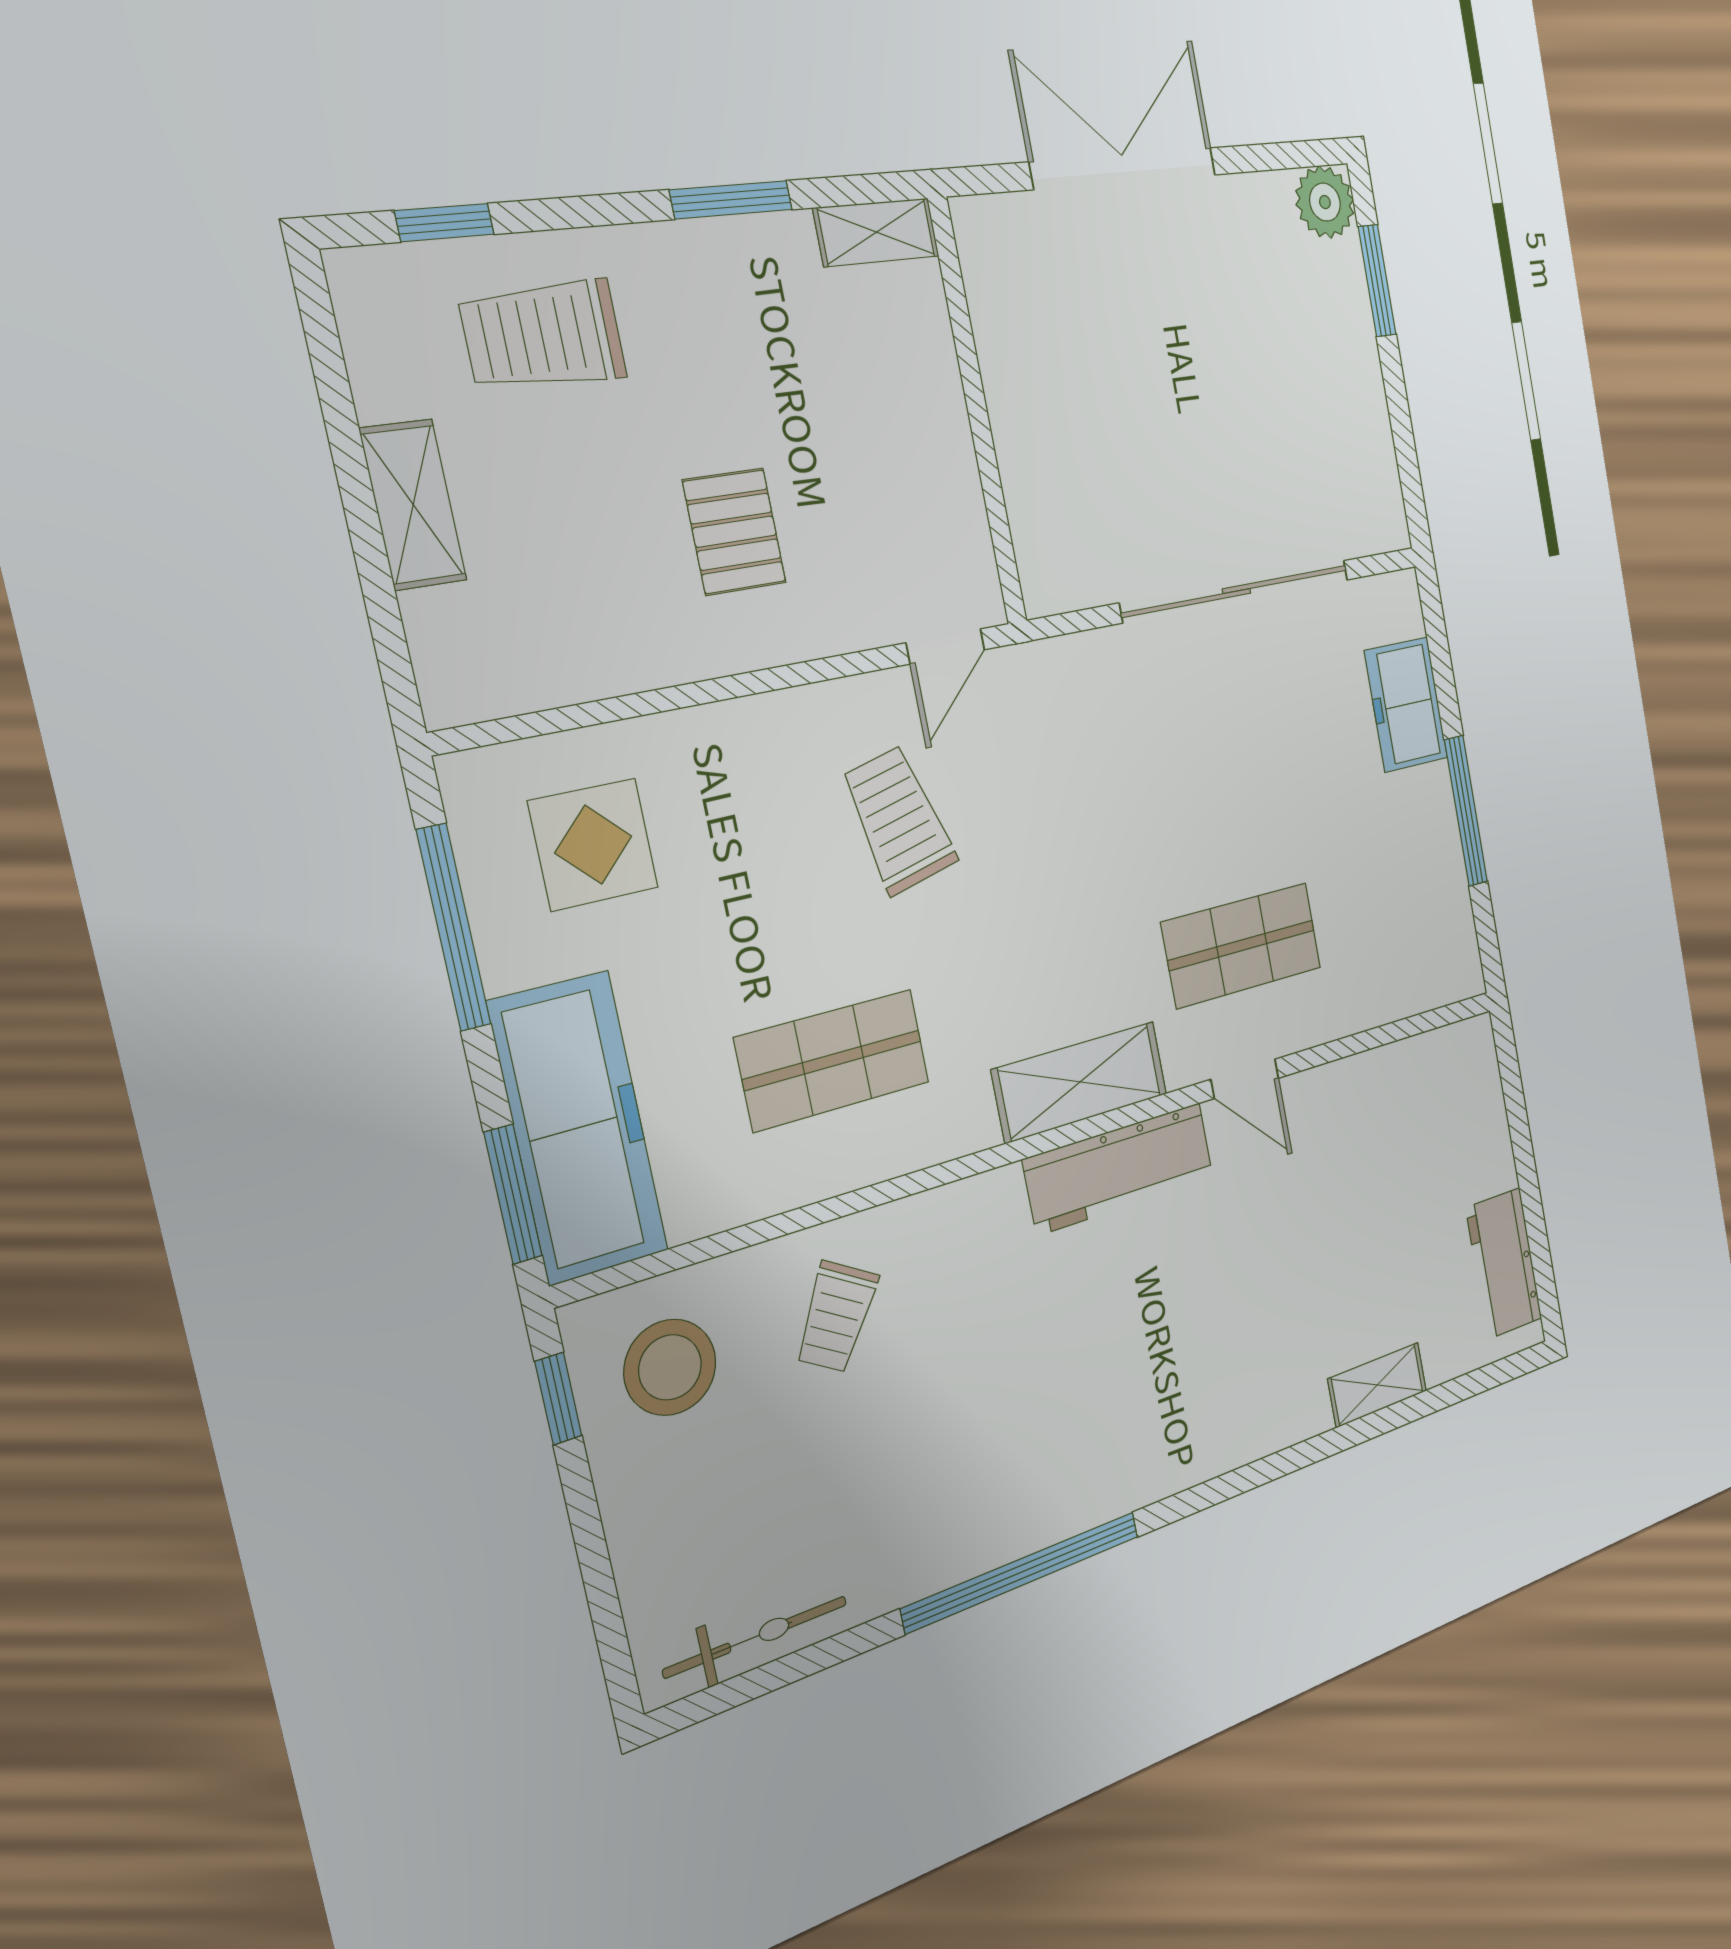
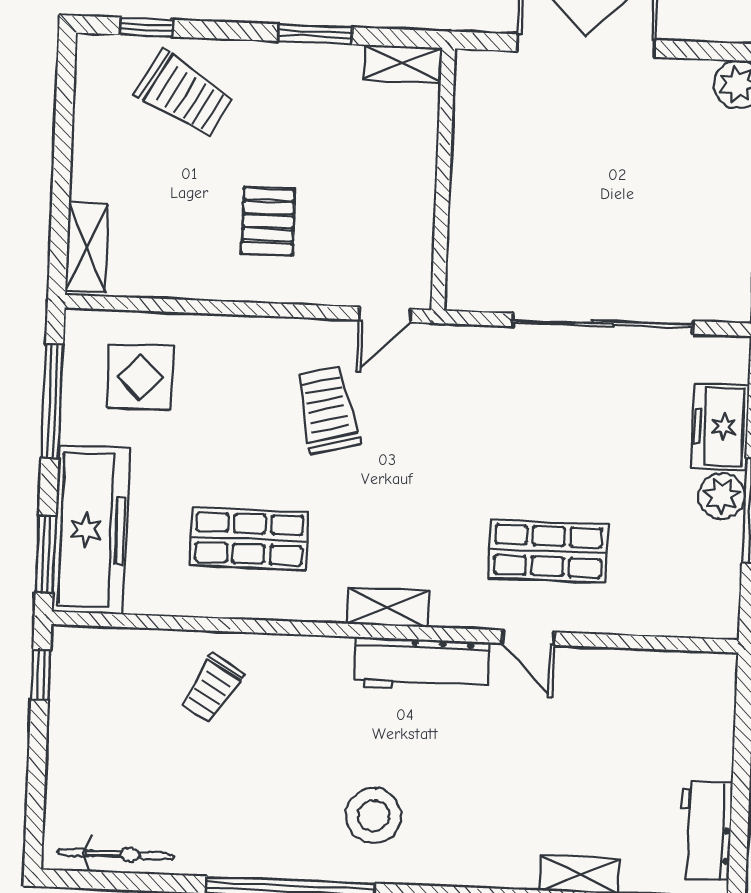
trolley: (543, 335) -> (185, 94), turned -150
shelving: (413, 505) -> (87, 247), moved
plant: (1428, 801) -> (722, 496), added
shelving: (1080, 1082) -> (388, 607), width x0.67, depth x0.75
stool: (670, 1367) -> (373, 816), moved

